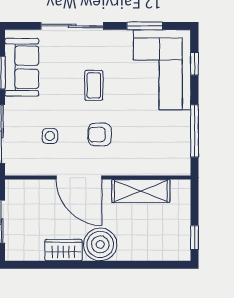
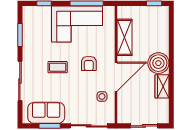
corner sofa: (162, 70) -> (77, 24), moved
side table: (50, 136) -> (102, 96), moved

